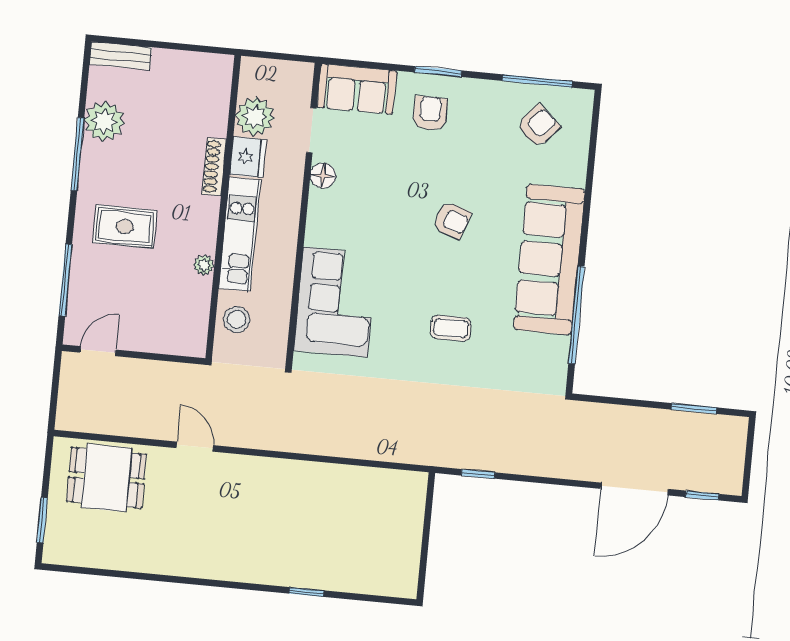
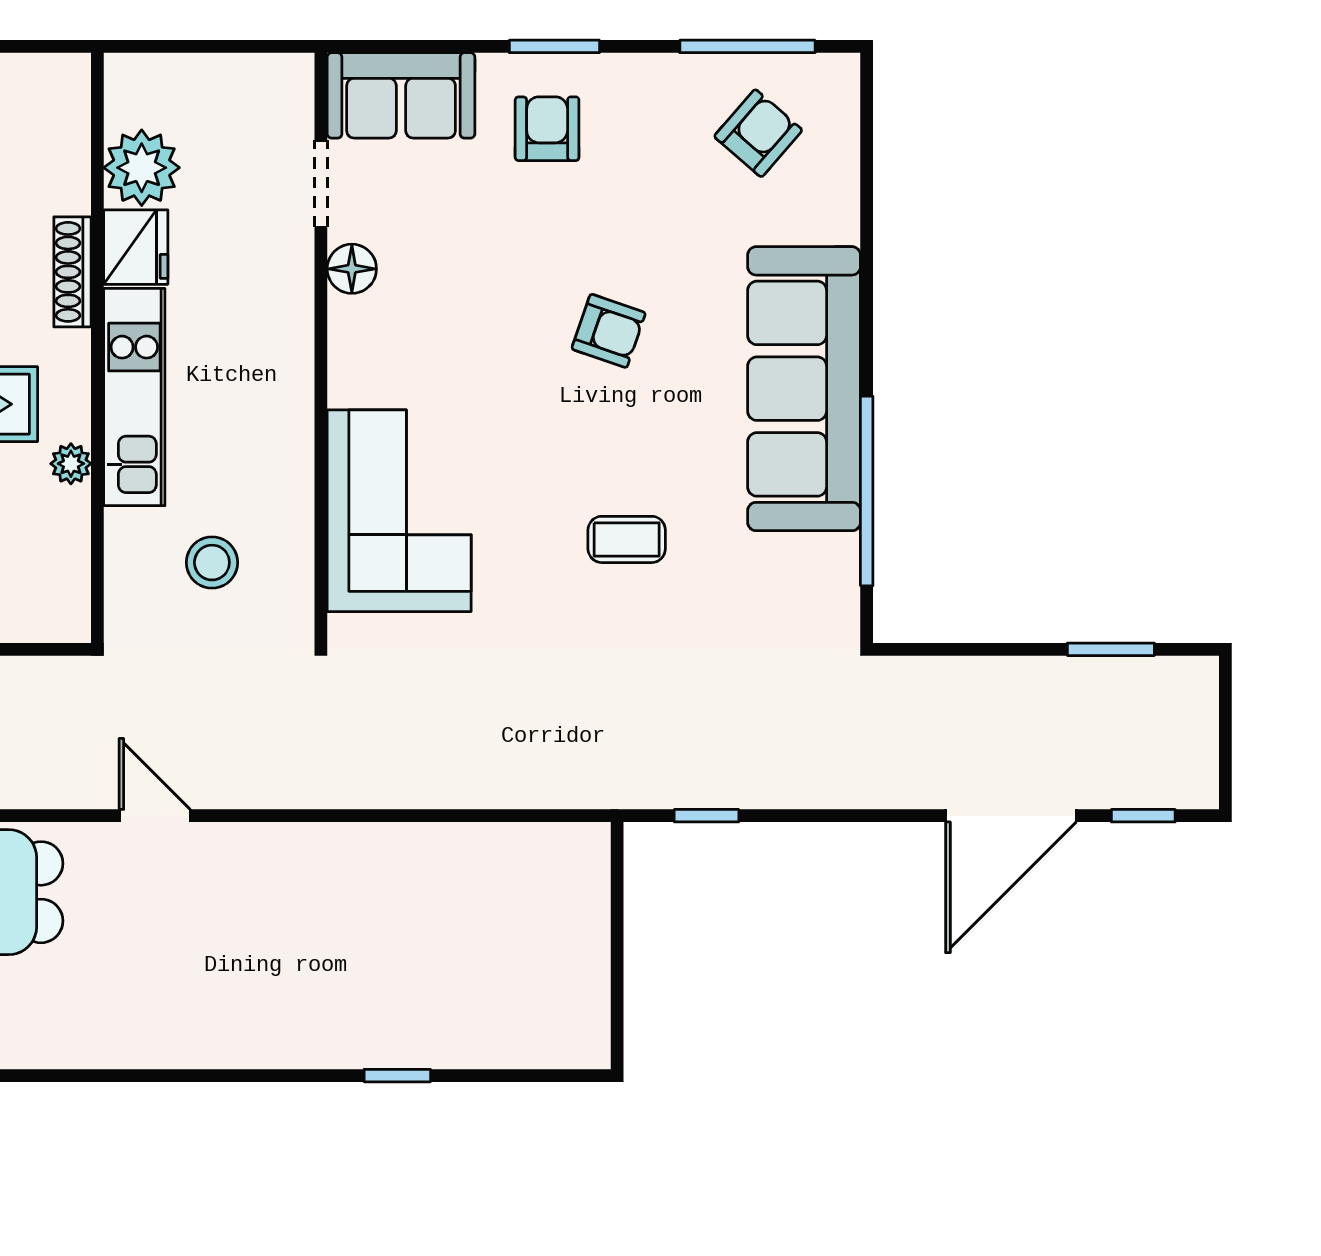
plant: (255, 117) -> (142, 168), moved
fridge: (248, 157) -> (136, 247), moved
shoe rack: (214, 167) -> (73, 272), moved
wall: (223, 207) -> (97, 348), moved
kitchen unit: (240, 234) -> (134, 397), moved
plant: (204, 265) -> (71, 464), moved

